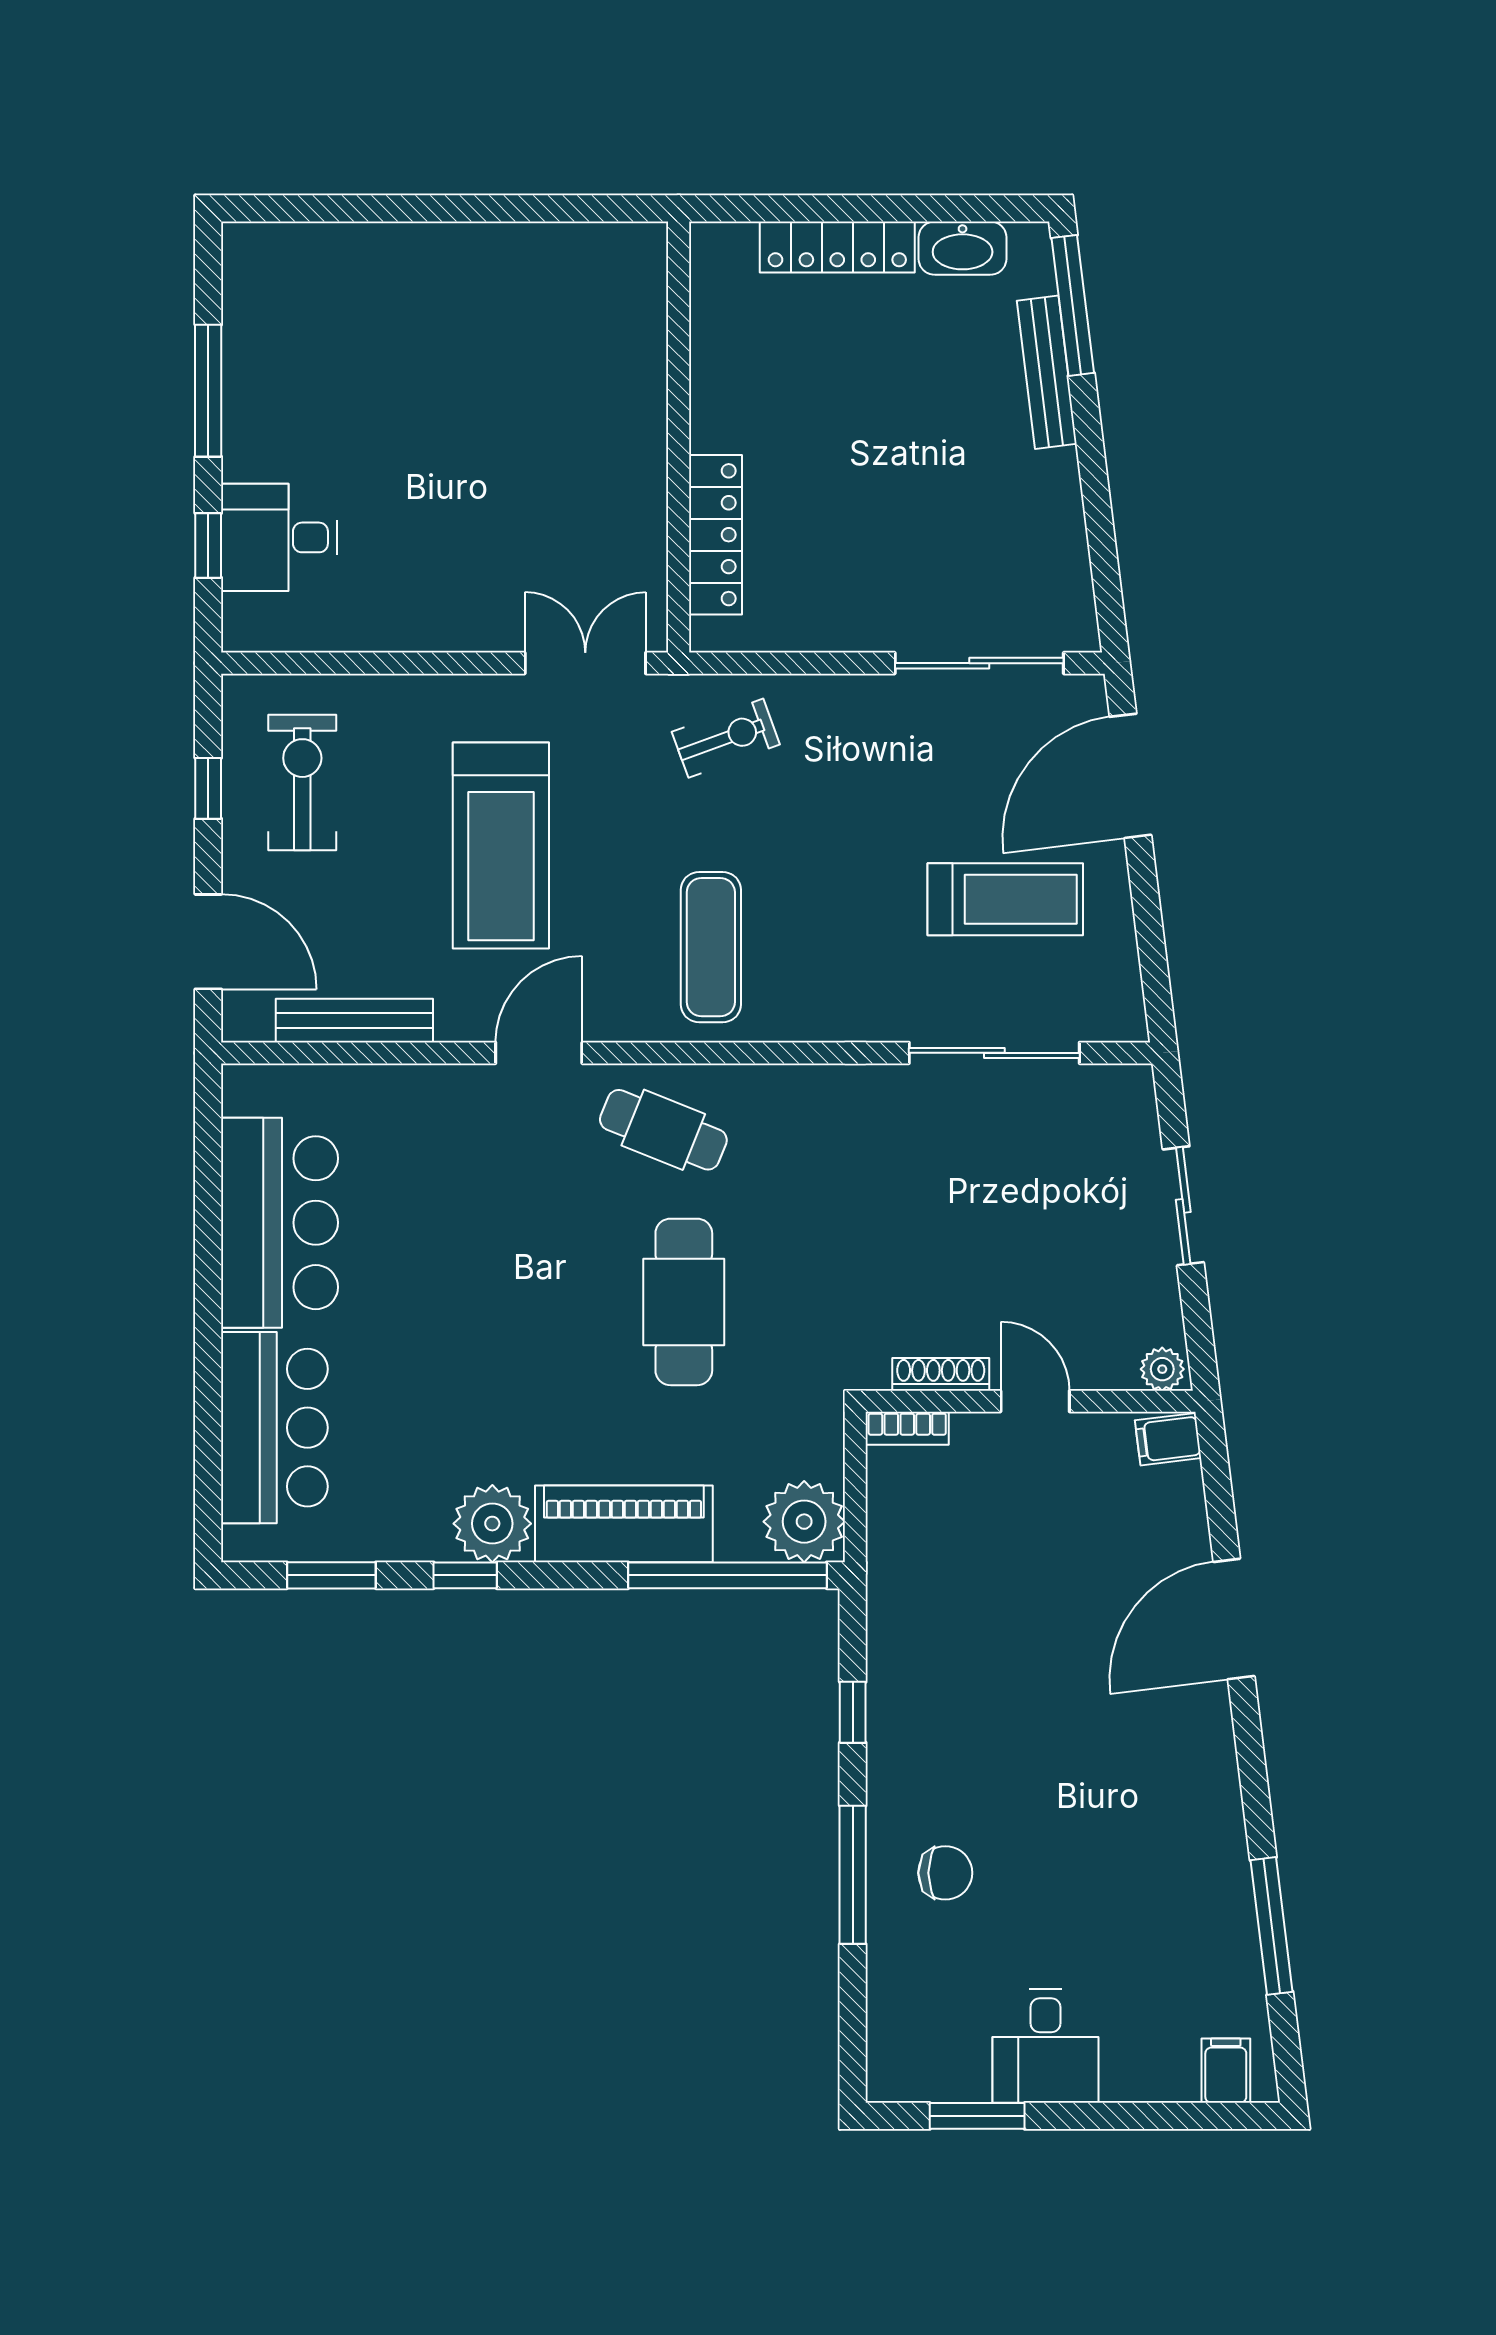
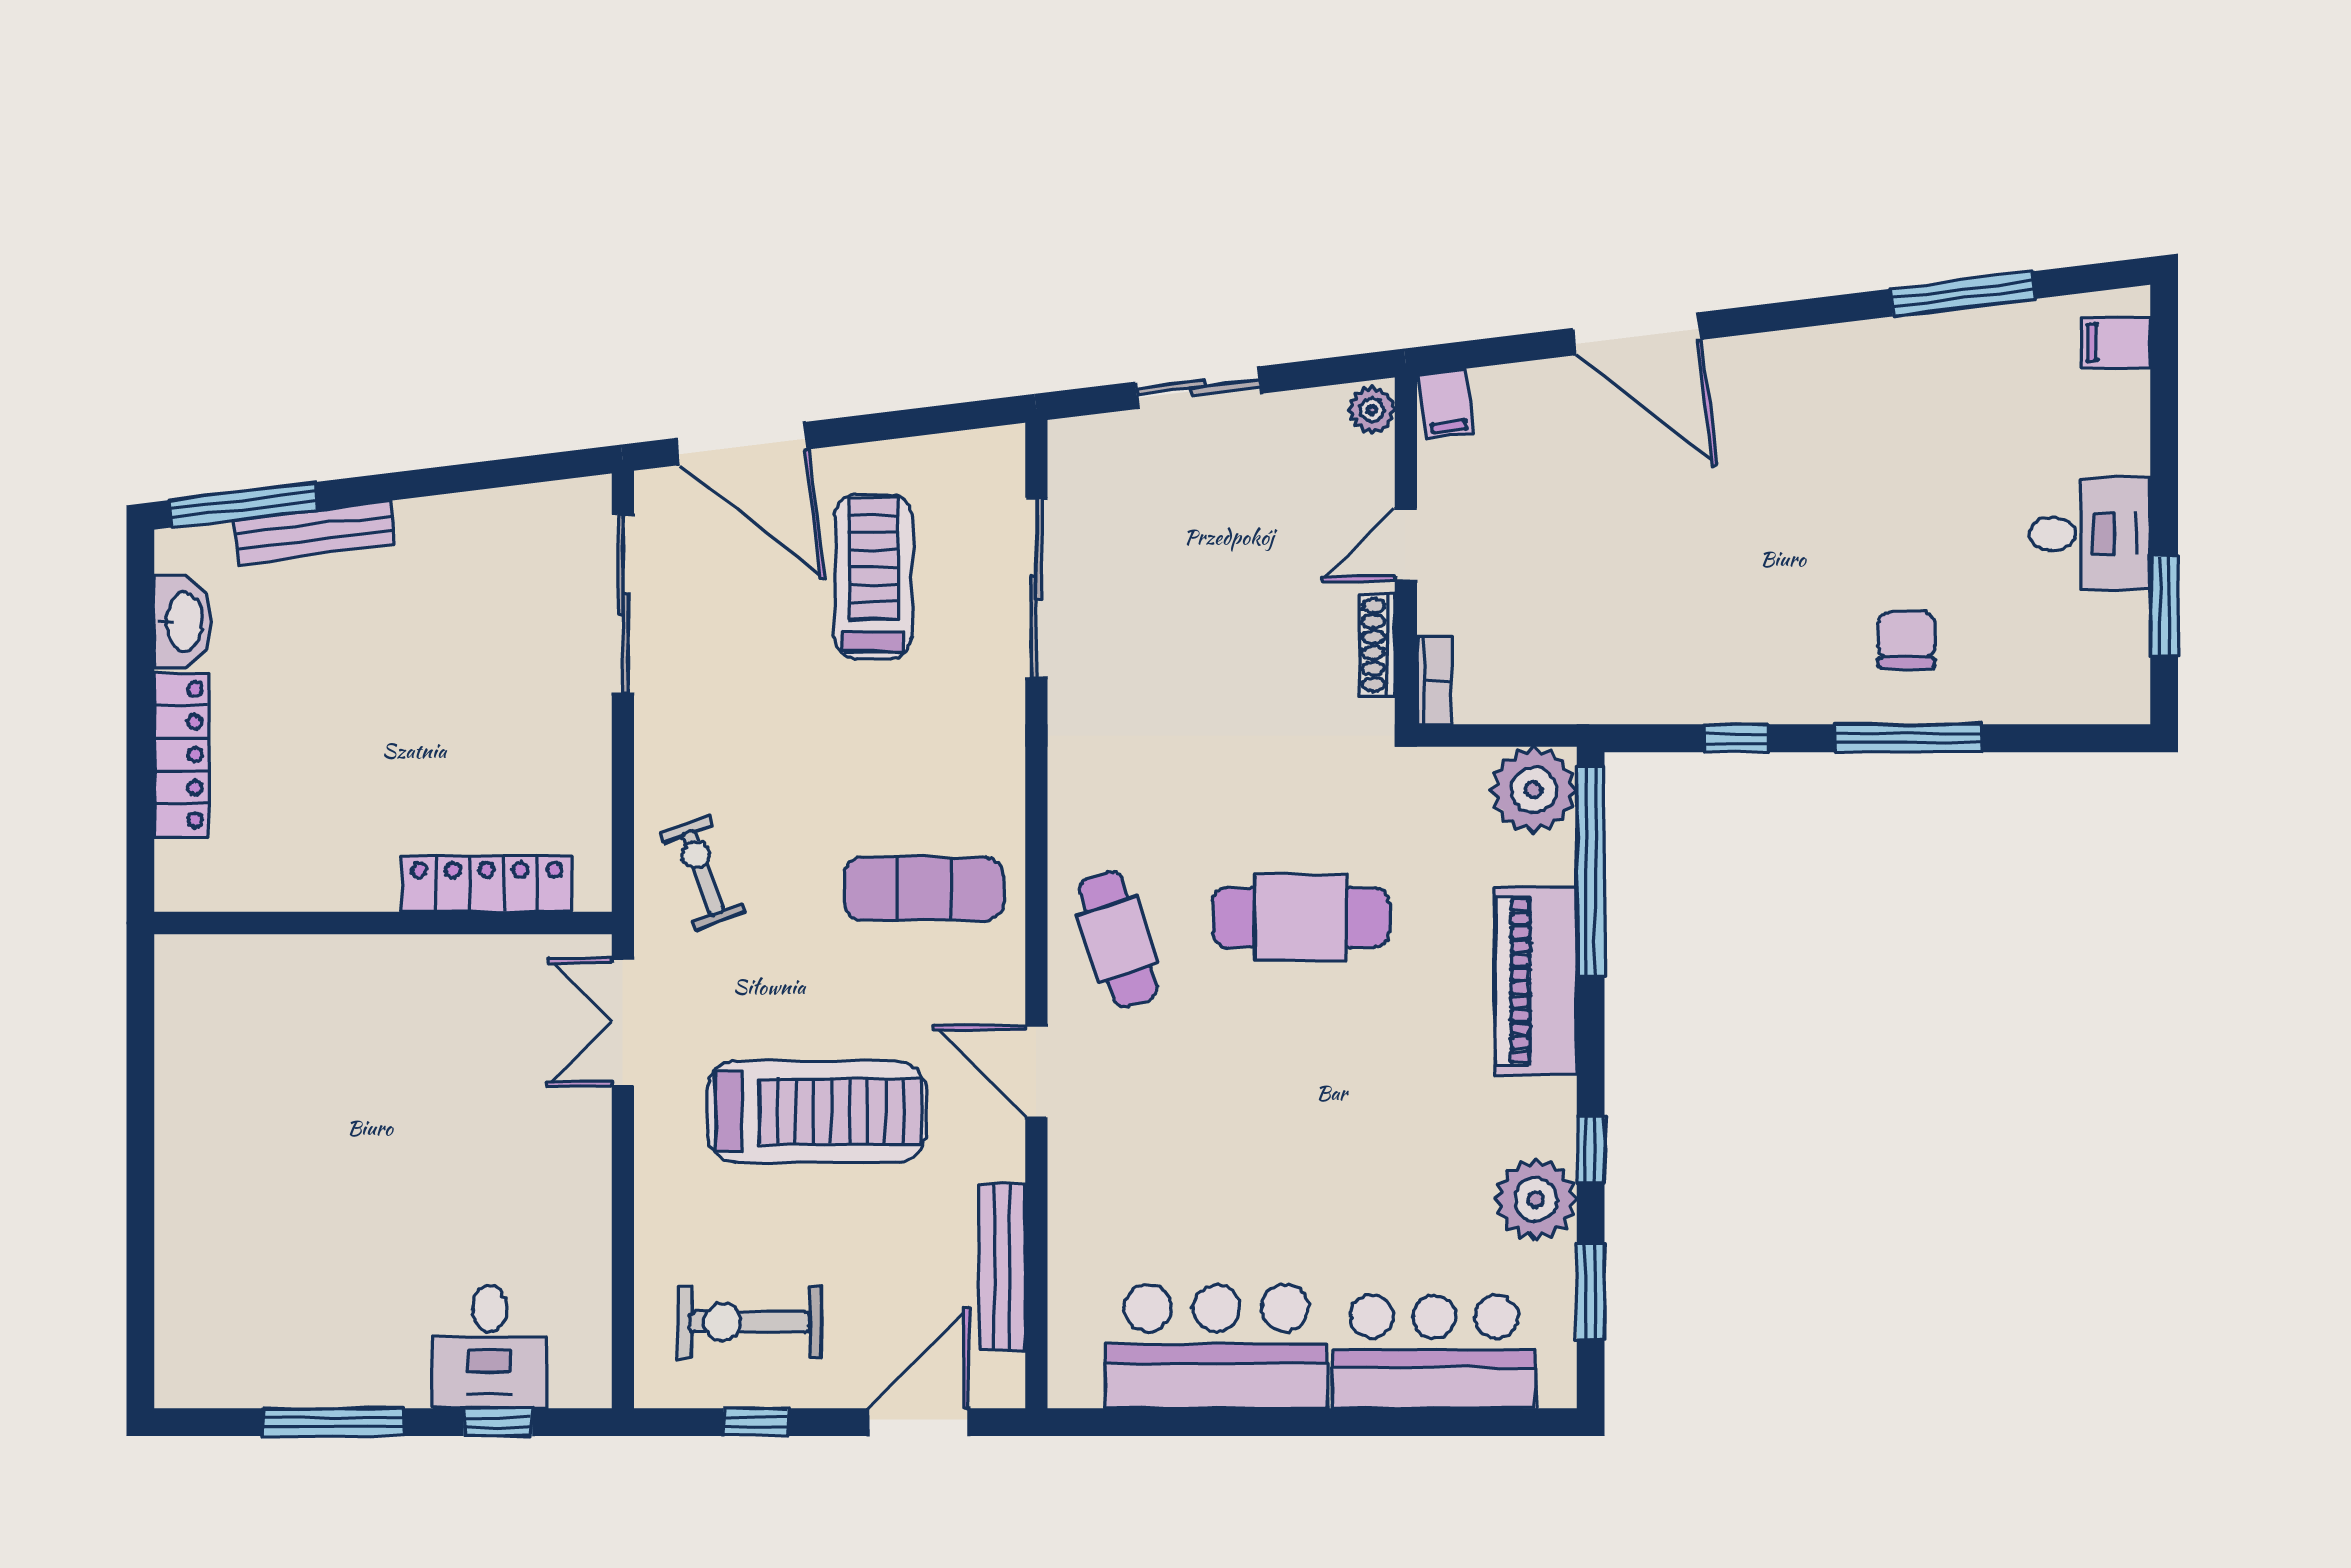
cafe table: (663, 1130) -> (1118, 939), turned -40
plant: (492, 1524) -> (1536, 1199), moved

